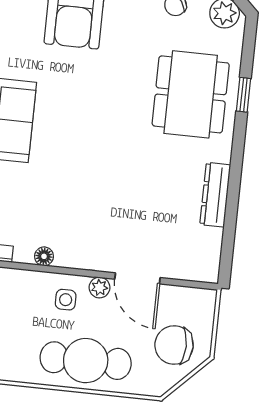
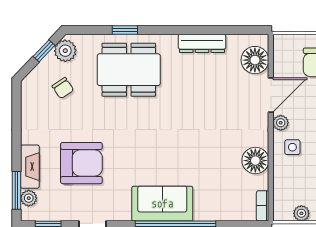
floor lamp: (44, 256) -> (255, 161), width x1.89, depth x1.89
floor lamp: (186, 262) -> (255, 60), added

